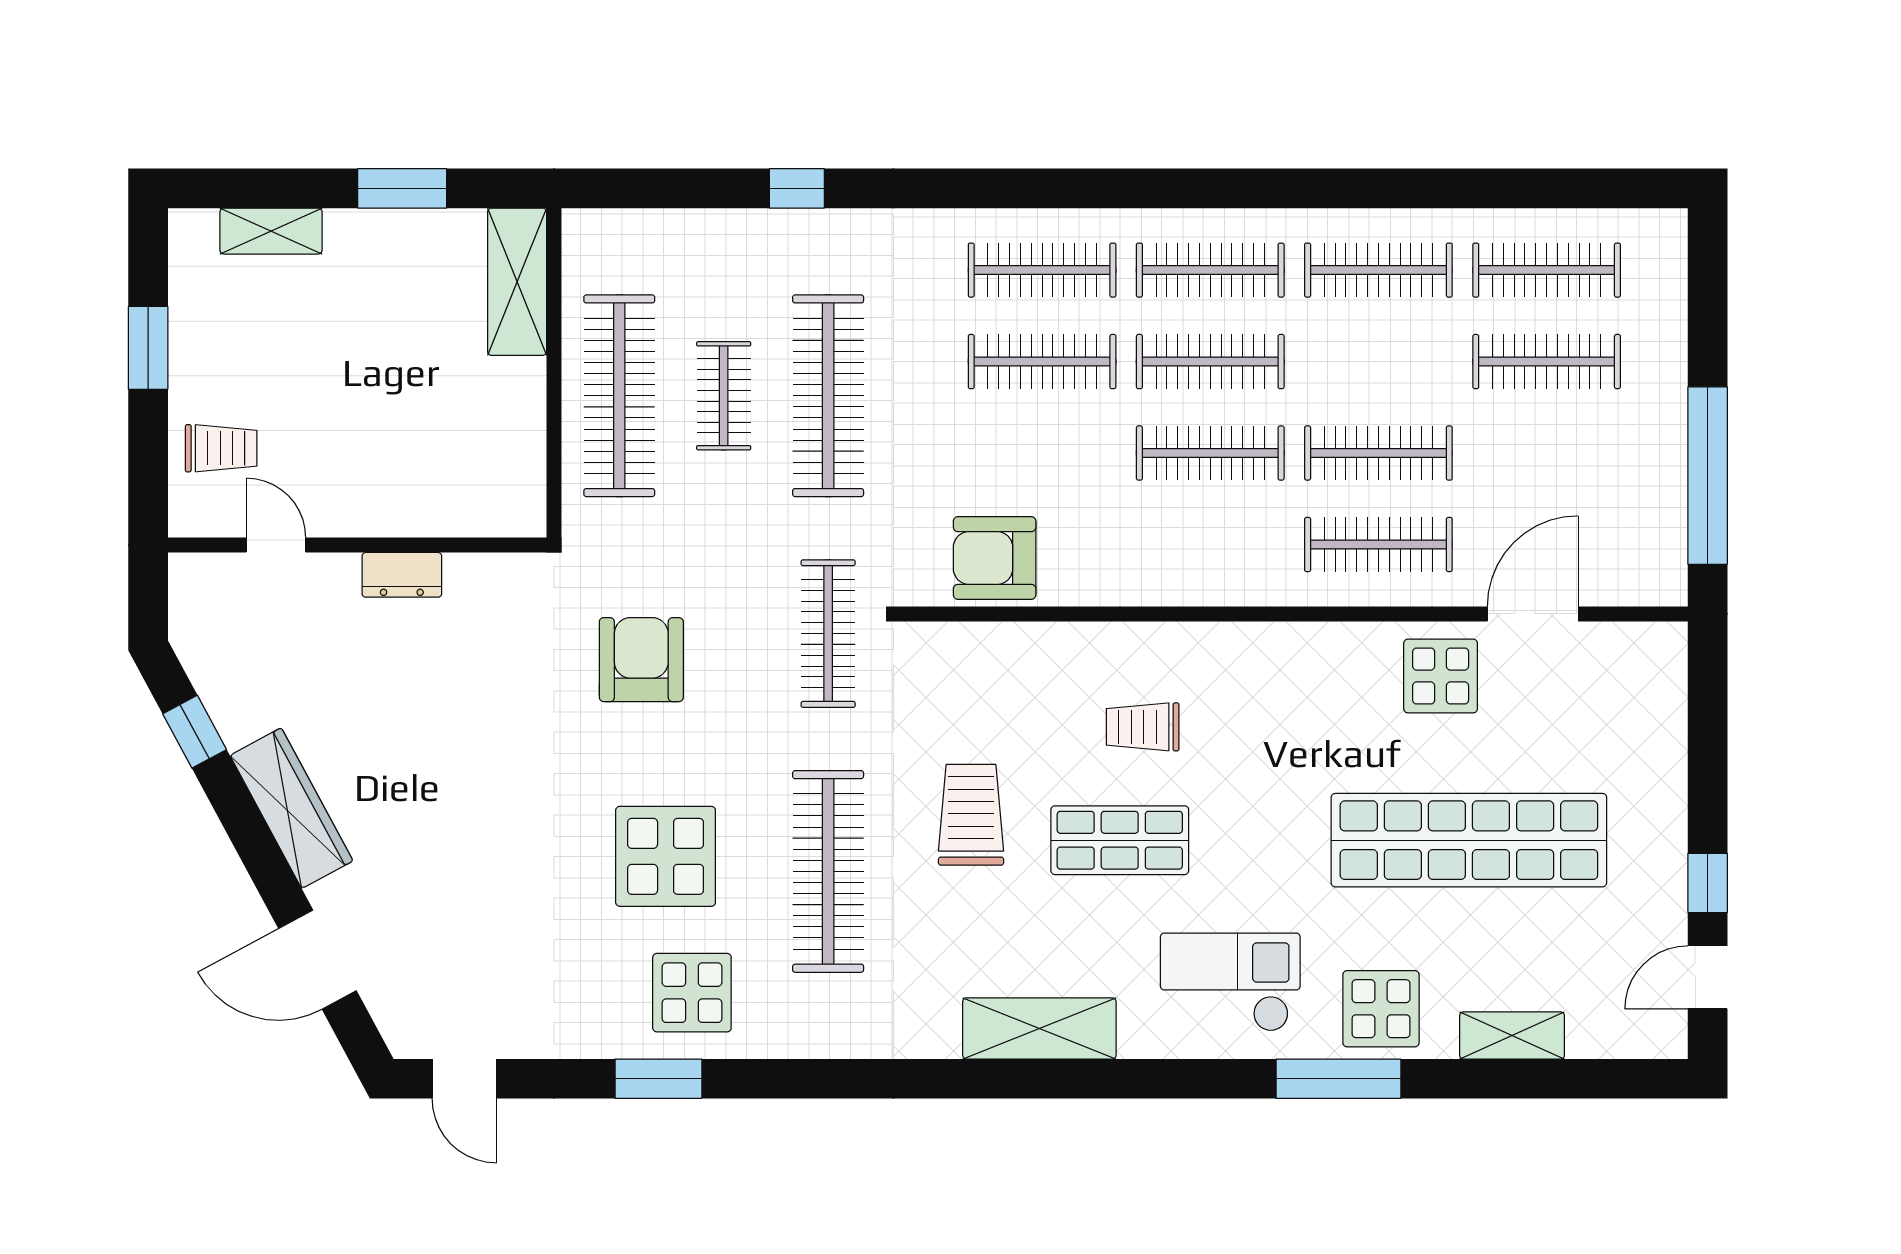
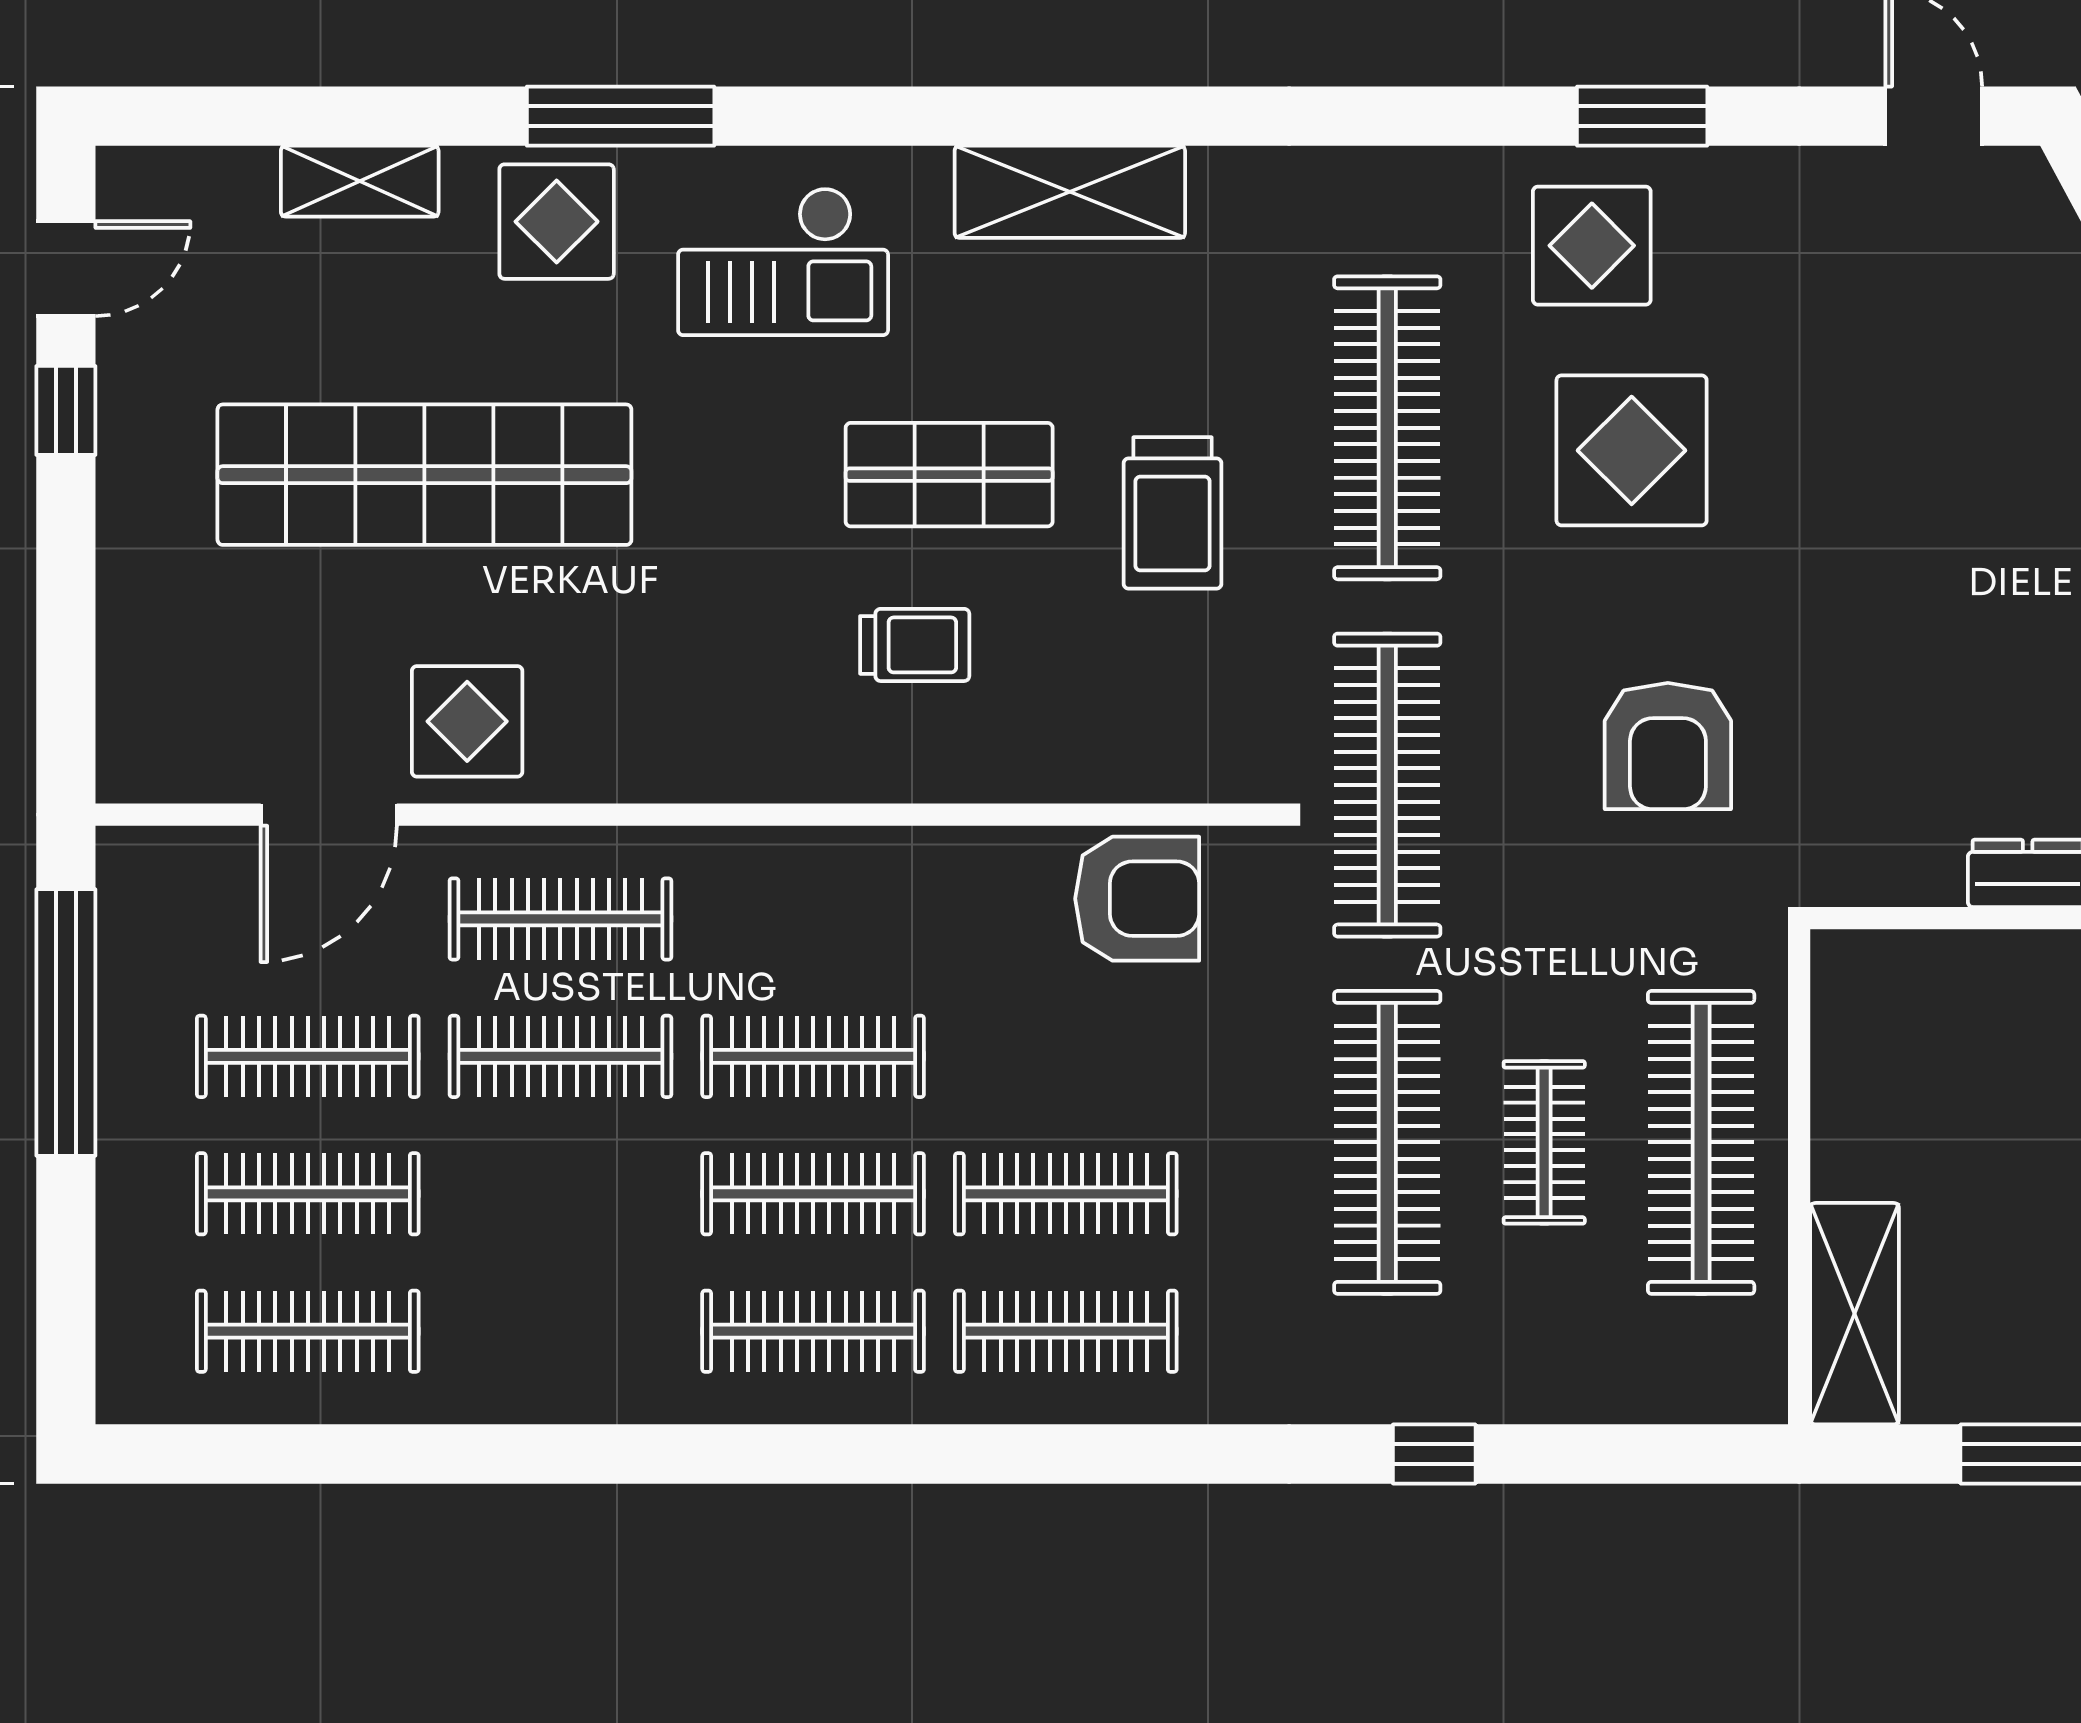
clothes rail: (1378, 270) -> (308, 1056), moved
clothes rail: (828, 634) -> (1387, 785), width x1.37, depth x1.31

